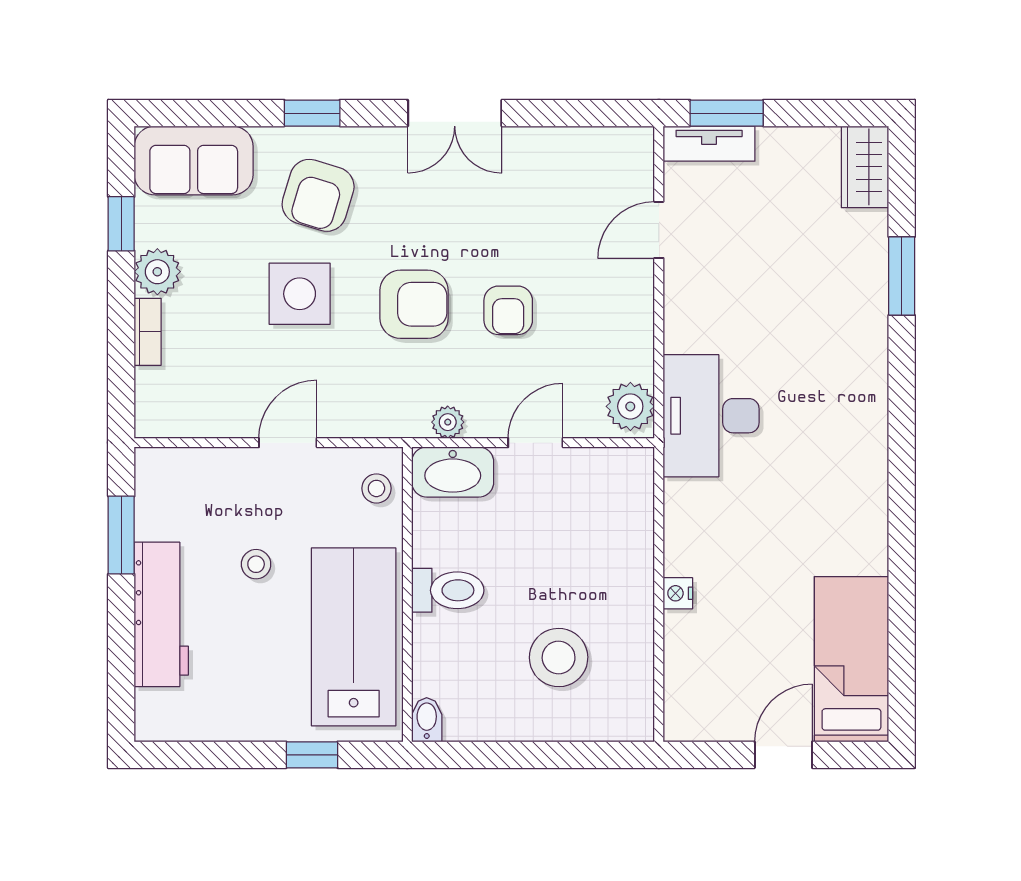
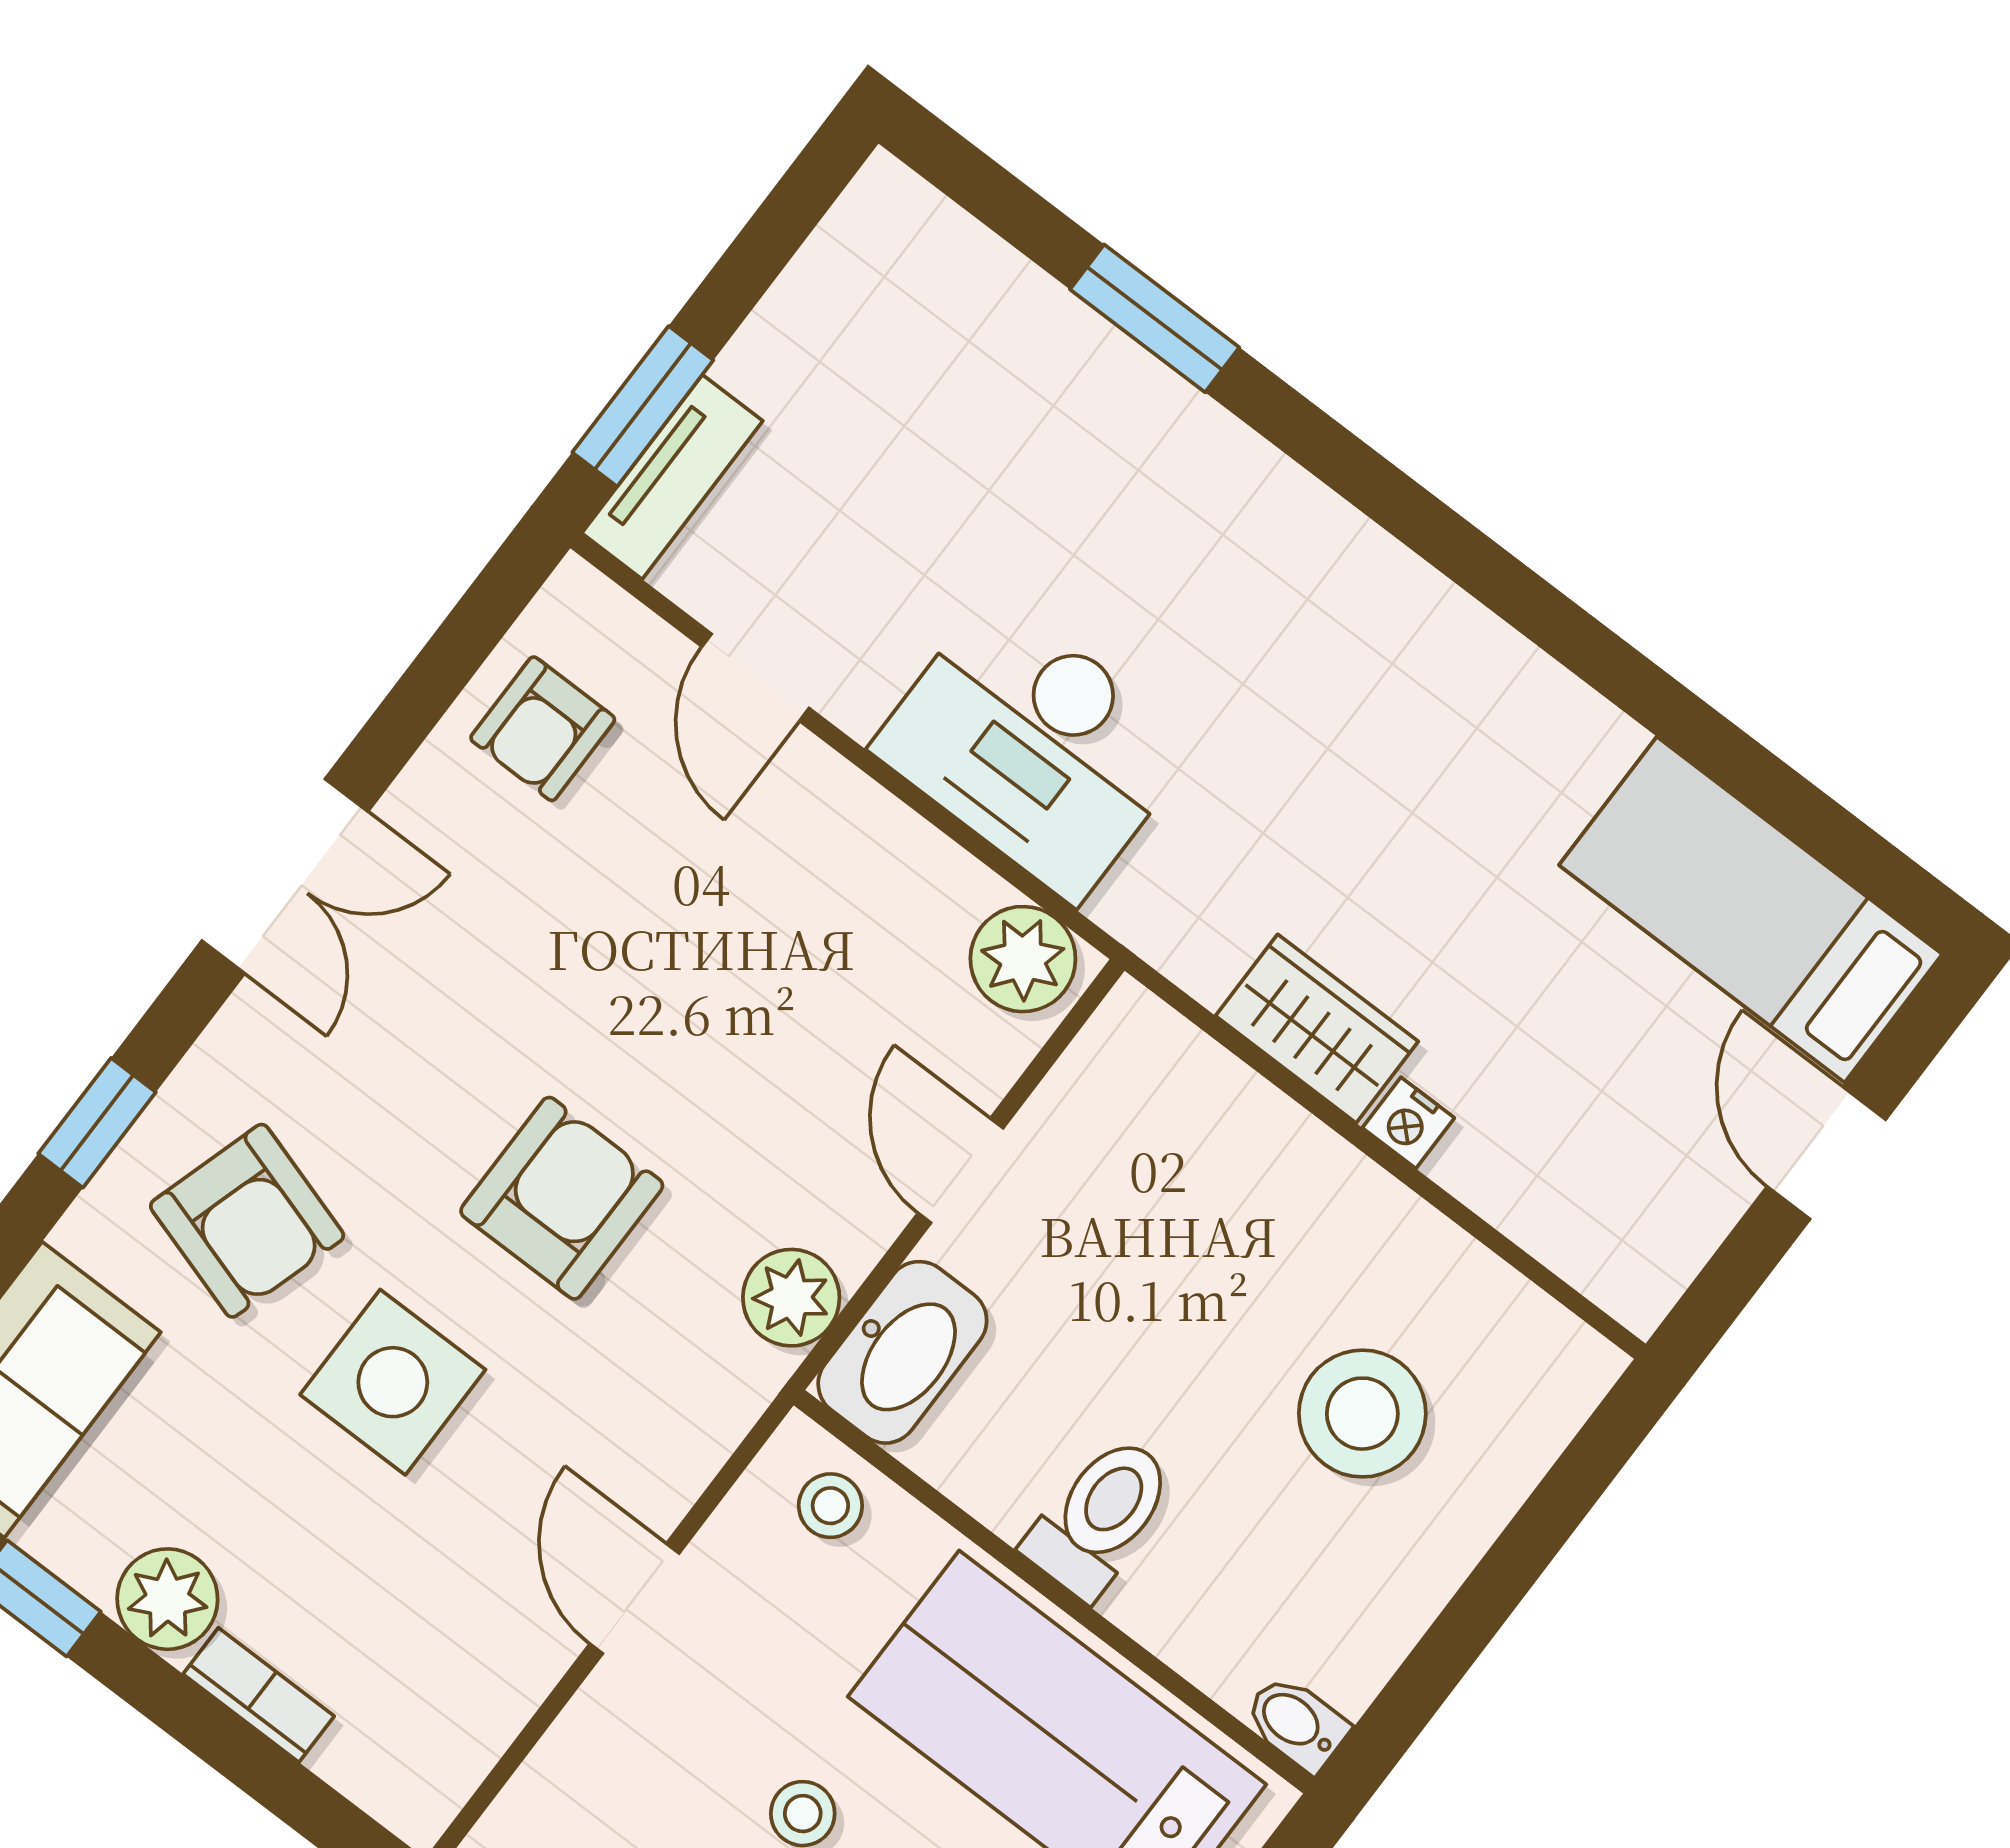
wardrobe: (865, 167) -> (1317, 1029), moved, turned 180
armchair: (508, 310) -> (543, 729), moved, turned 90
desk: (711, 416) -> (1034, 747), moved
plant: (448, 422) -> (791, 1298), width x1.38, depth x1.38

